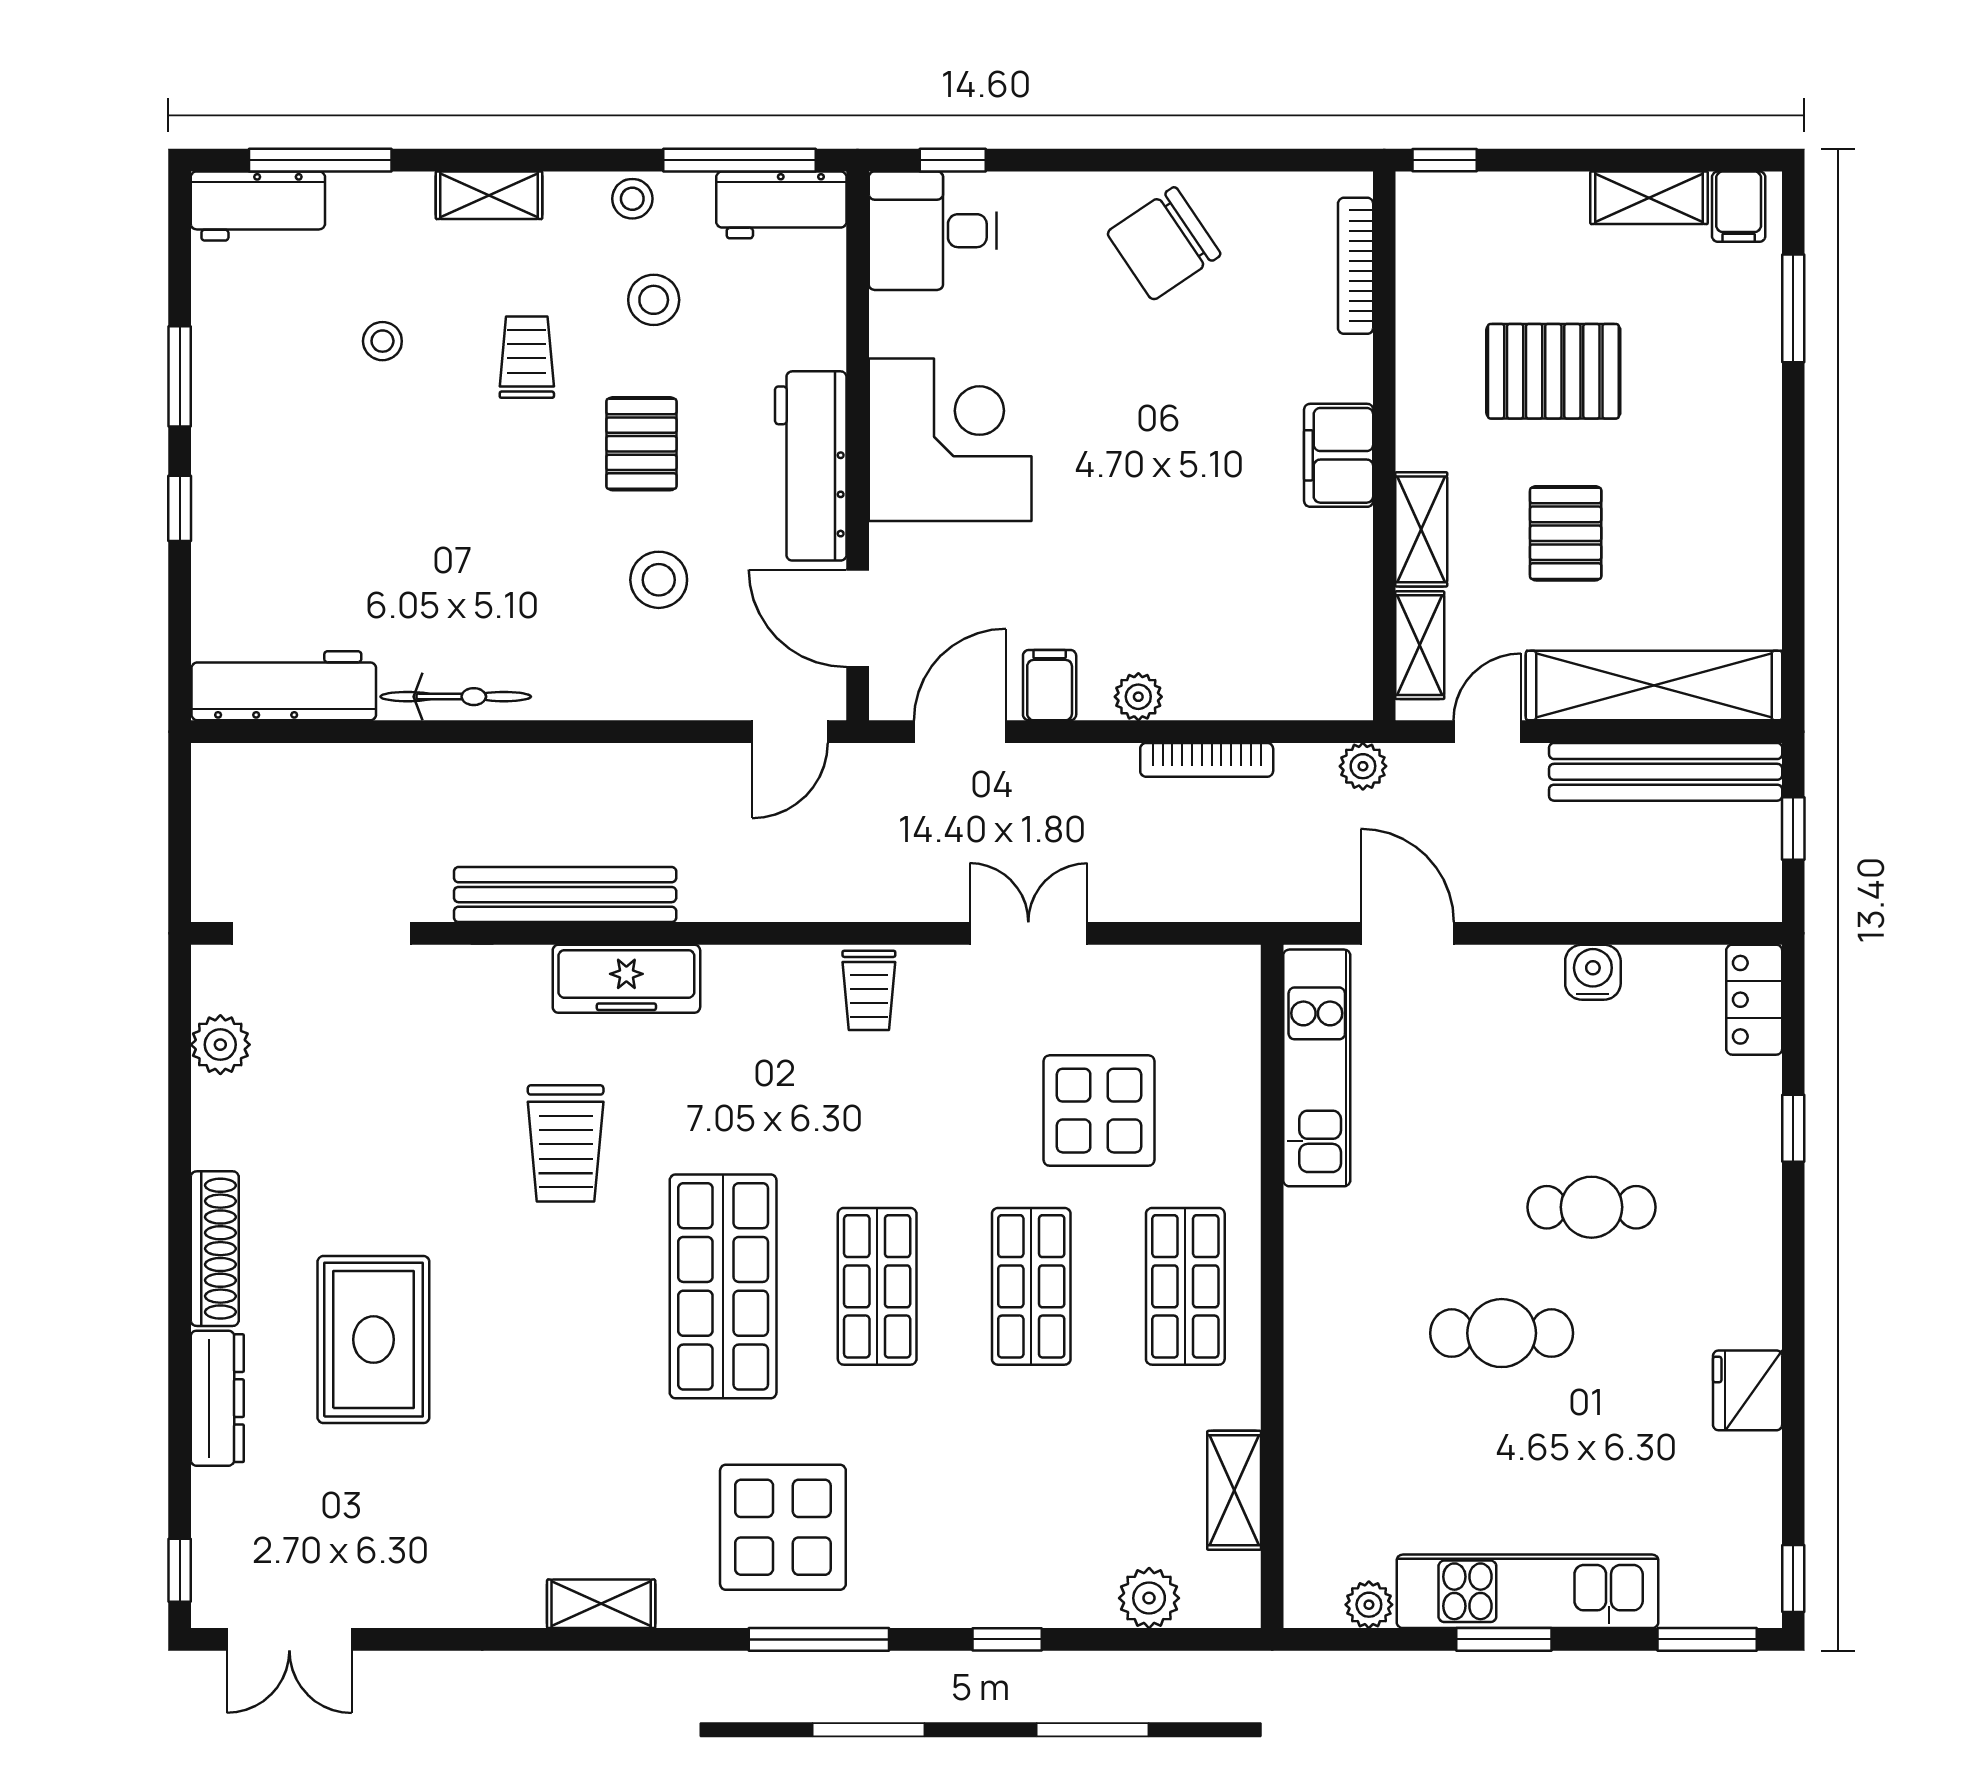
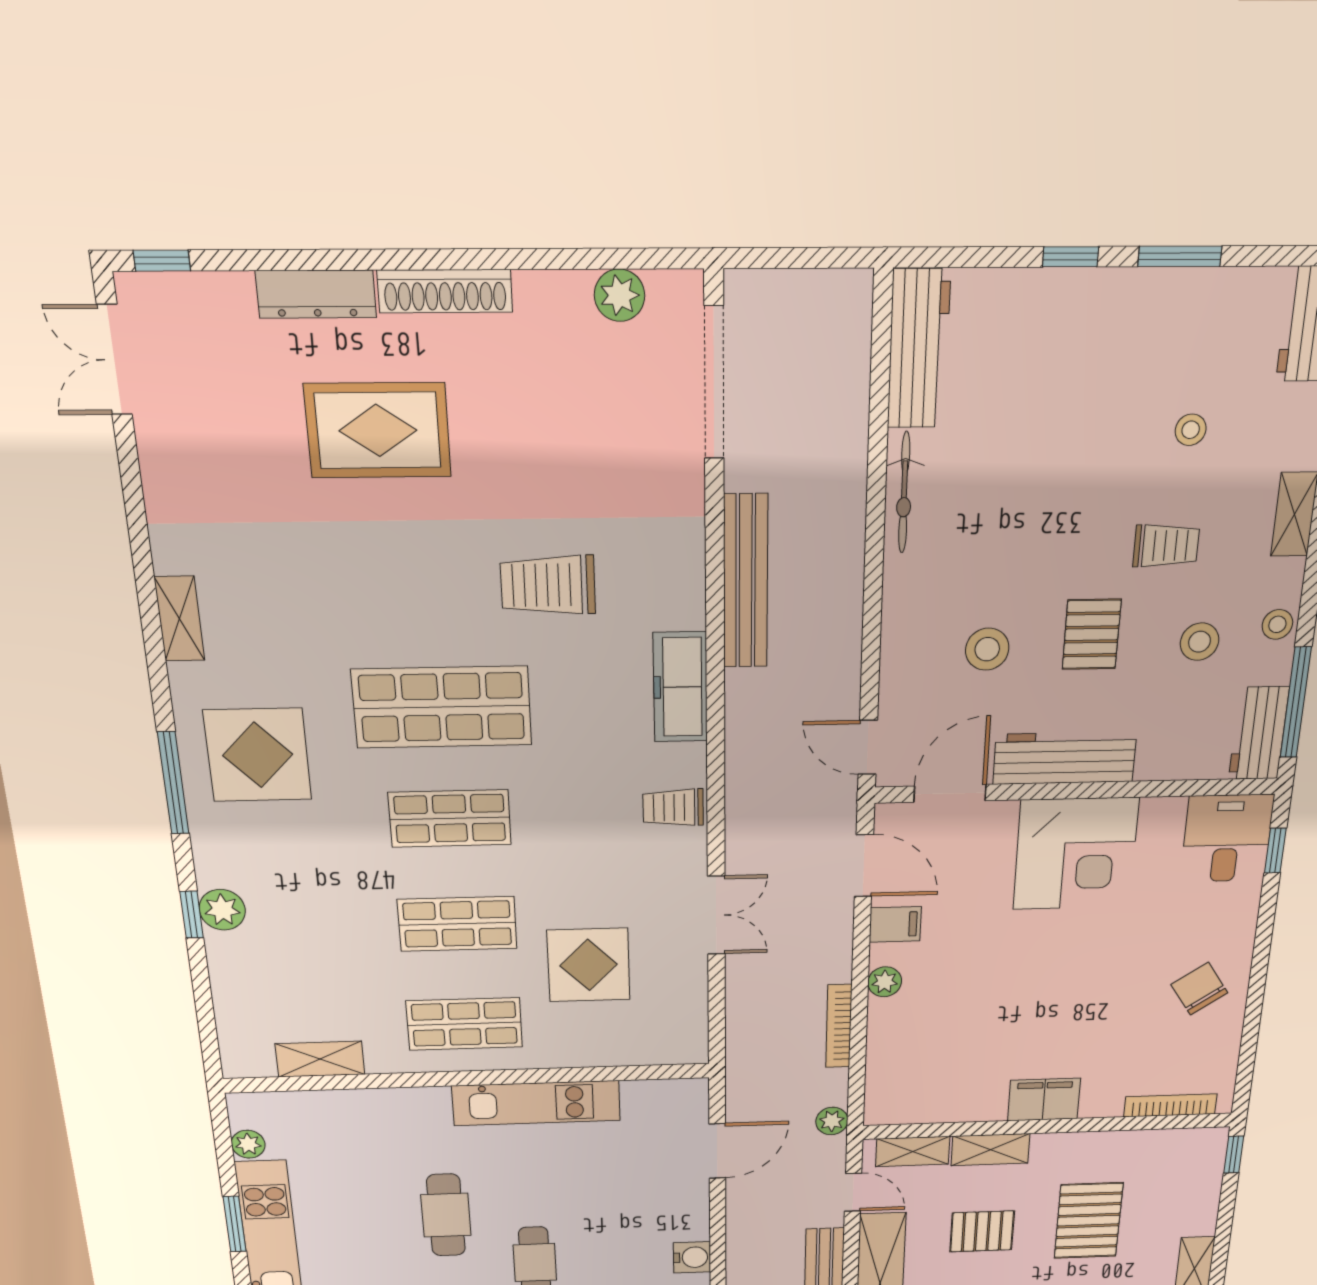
chair: (1164, 244) -> (1199, 989), width x0.73, depth x0.73
pallet: (641, 444) -> (1092, 634), turned 90
freezer: (626, 979) -> (680, 687), moved
kitchen unit: (1317, 1068) -> (536, 1103), moved
plant: (1149, 1598) -> (222, 910), moved

